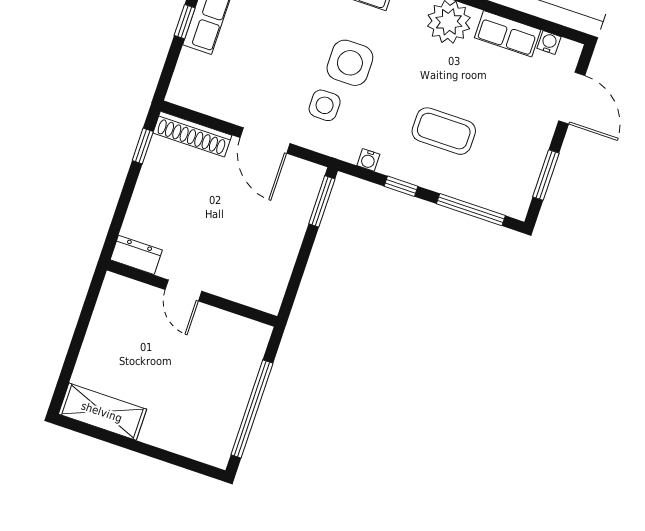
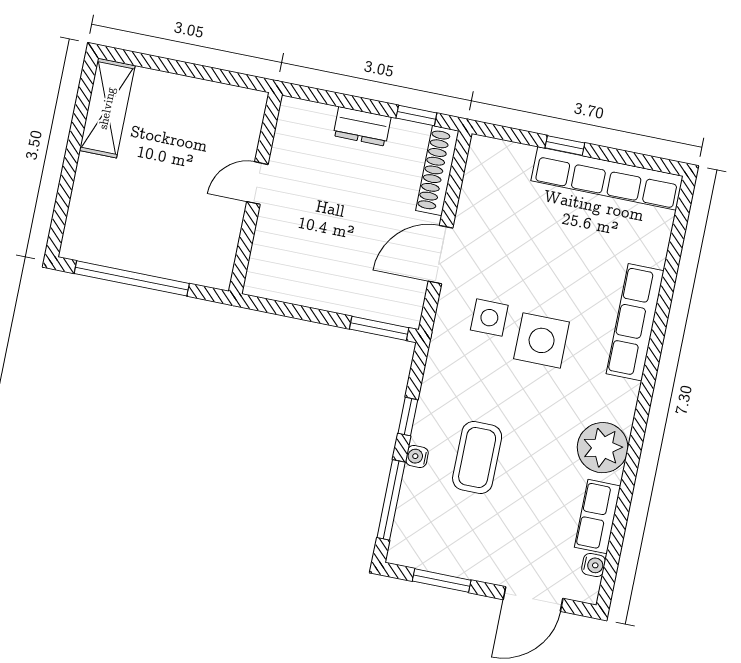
water cooler: (368, 160) -> (417, 456), moved
dresser: (136, 255) -> (362, 126), moved, turned 90

